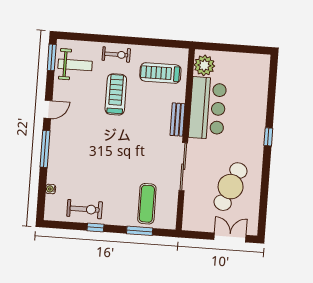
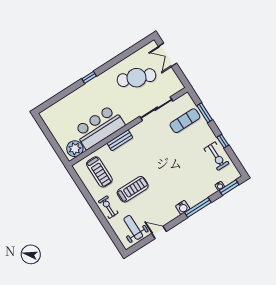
window: (52, 57) -> (229, 188), moved
treadmill: (116, 94) -> (133, 189), turned 180
door: (48, 109) -> (159, 232), moved
water cooler: (57, 133) -> (183, 207), added
sliding door: (183, 167) -> (156, 109), moved
exercise bike: (85, 209) -> (217, 156), turned 180

